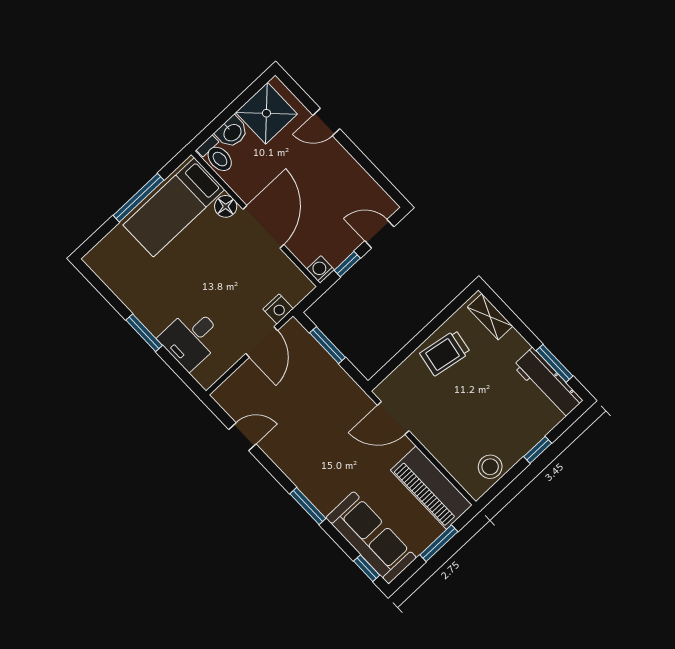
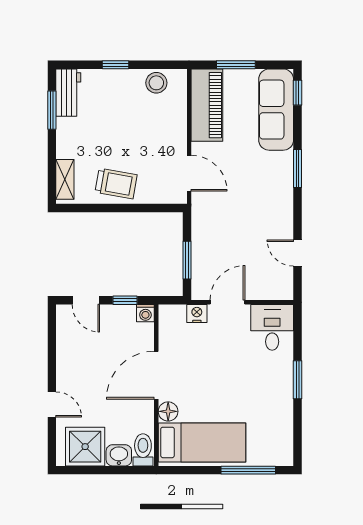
window: (138, 198) -> (248, 470), moved
desk: (191, 338) -> (272, 327), moved, turned -90
workbench: (548, 383) -> (68, 93), width x0.73

